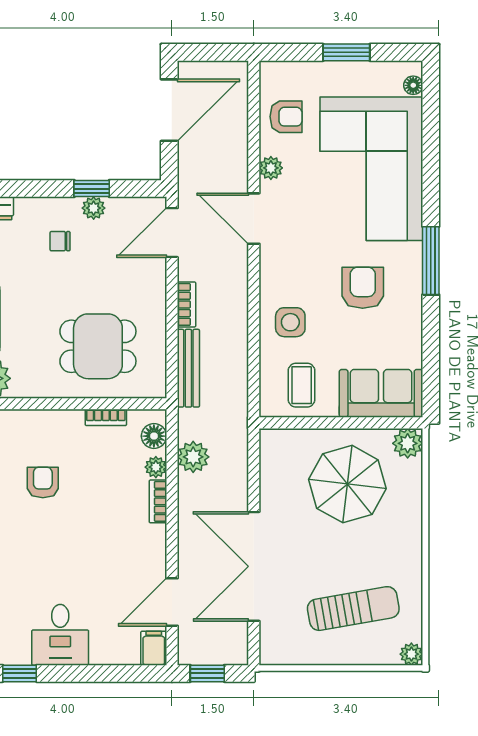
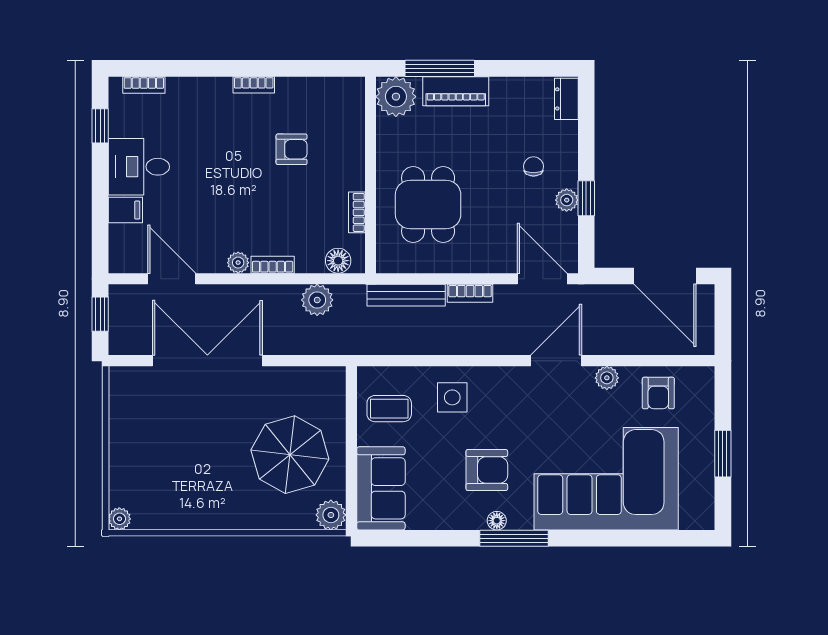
floor lamp: (413, 85) -> (497, 521), moved
plant: (156, 467) -> (238, 263), moved
sun lounger: (353, 609) -> (165, 461), removed
filing cabinet: (154, 648) -> (125, 210), moved

